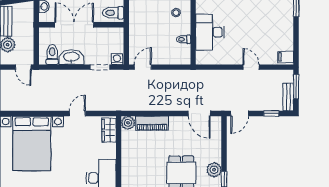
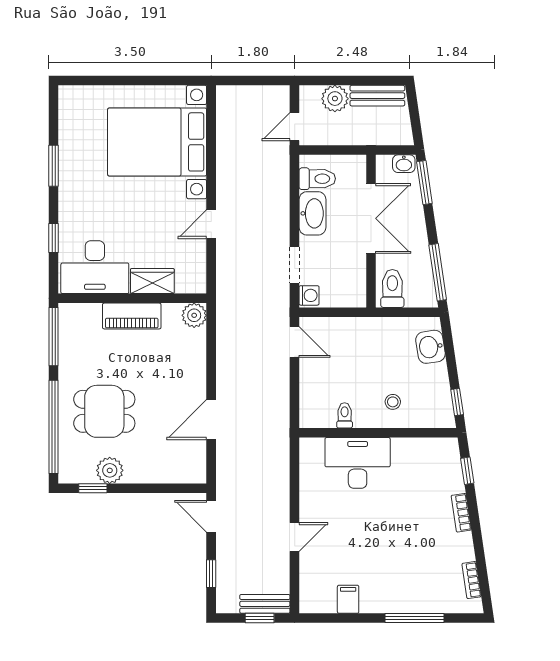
filing cabinet: (286, 57) -> (348, 599), moved
window: (296, 87) -> (260, 618), width x0.67
bench: (288, 97) -> (265, 604), moved
door: (77, 113) -> (211, 224), swing flipped
door: (199, 113) -> (211, 420), moved
piano: (152, 123) -> (132, 316), moved, turned -90
wardrobe: (109, 130) -> (152, 281), moved

